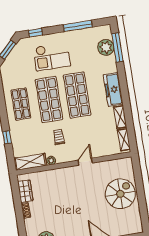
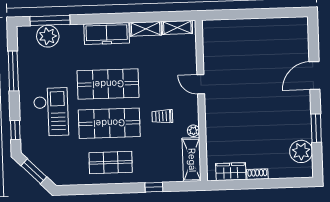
spiral stairs: (120, 194) -> (251, 42), removed

